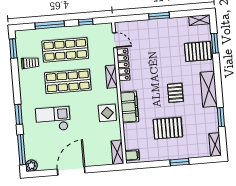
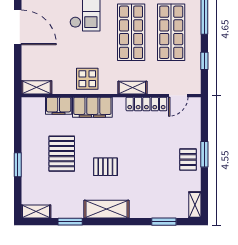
pallet: (198, 51) -> (188, 160), moved, width x0.67, depth x0.71
filing cabinet: (132, 155) -> (59, 106), moved, width x2.00

